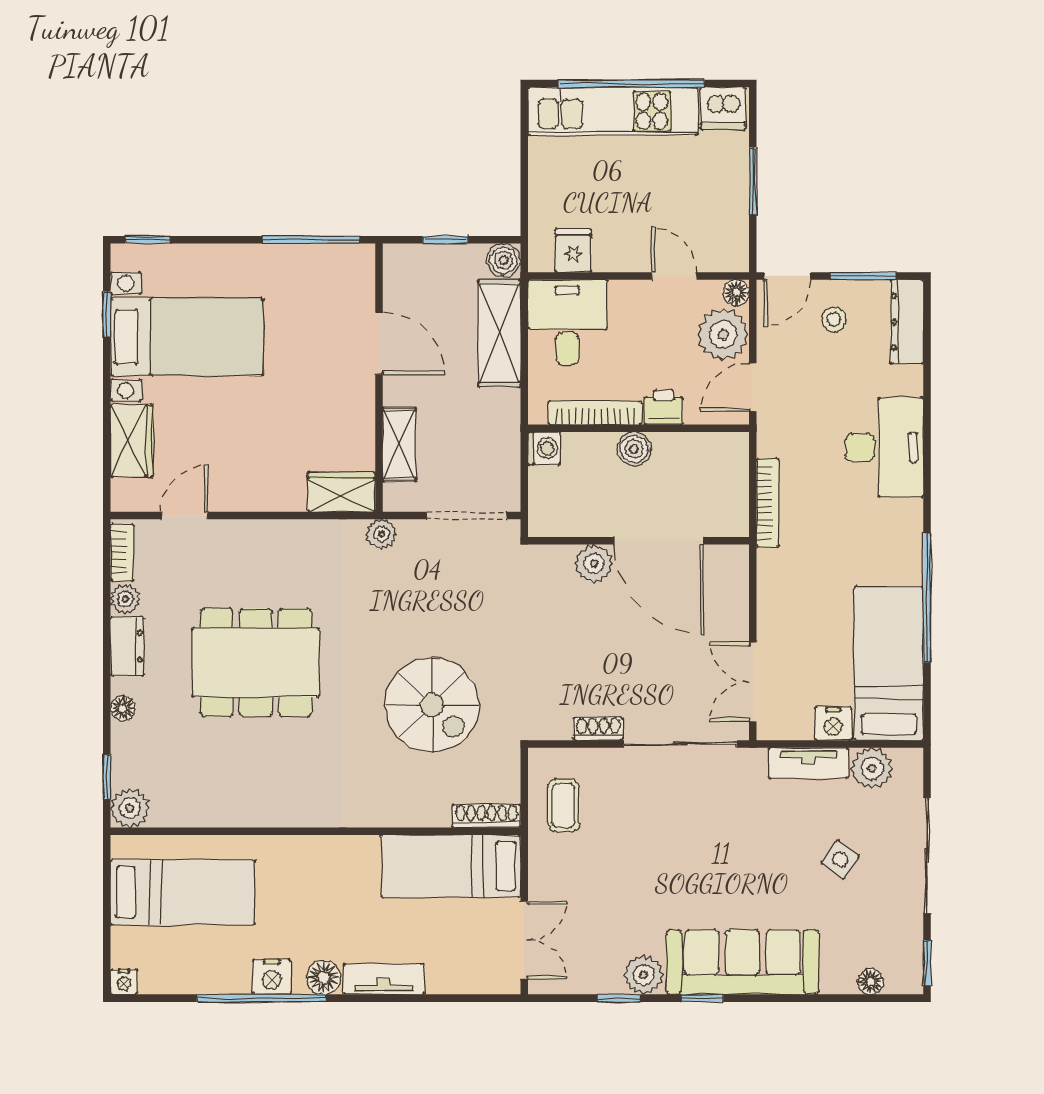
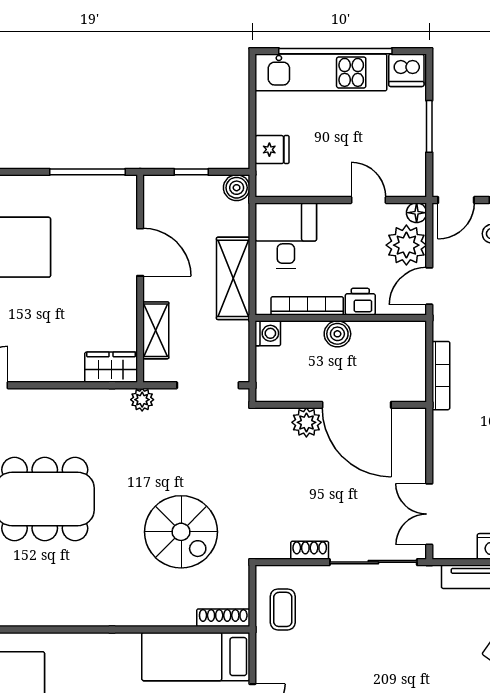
fridge: (573, 251) -> (272, 150), moved, turned 90
shelving: (499, 333) -> (233, 278), moved

